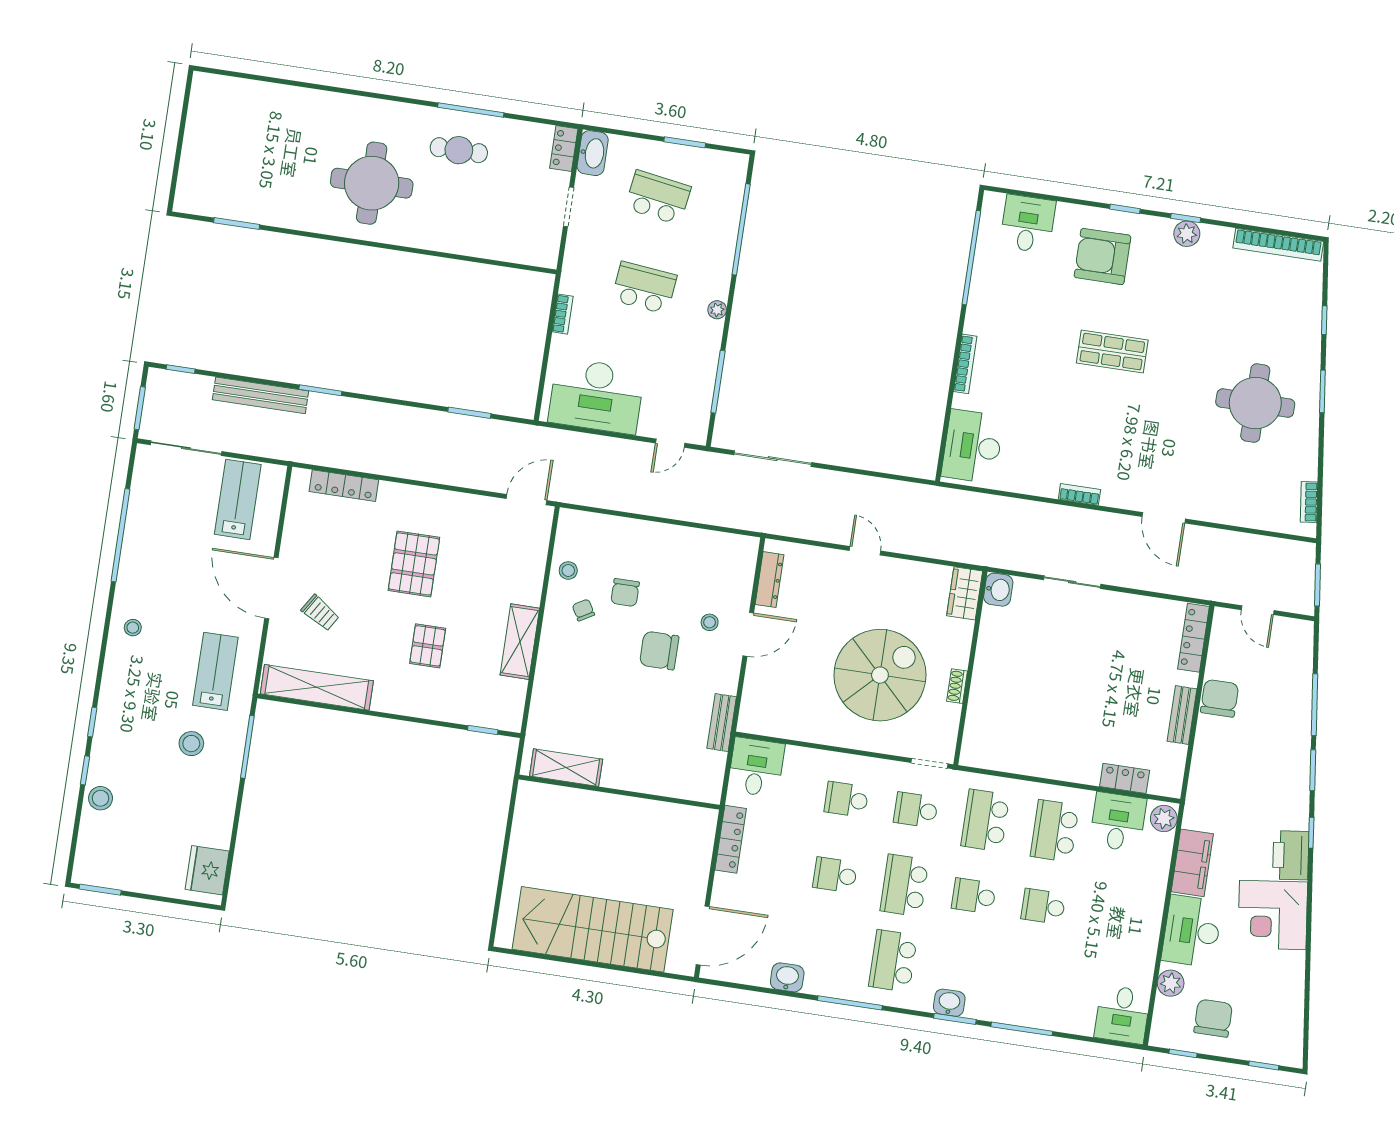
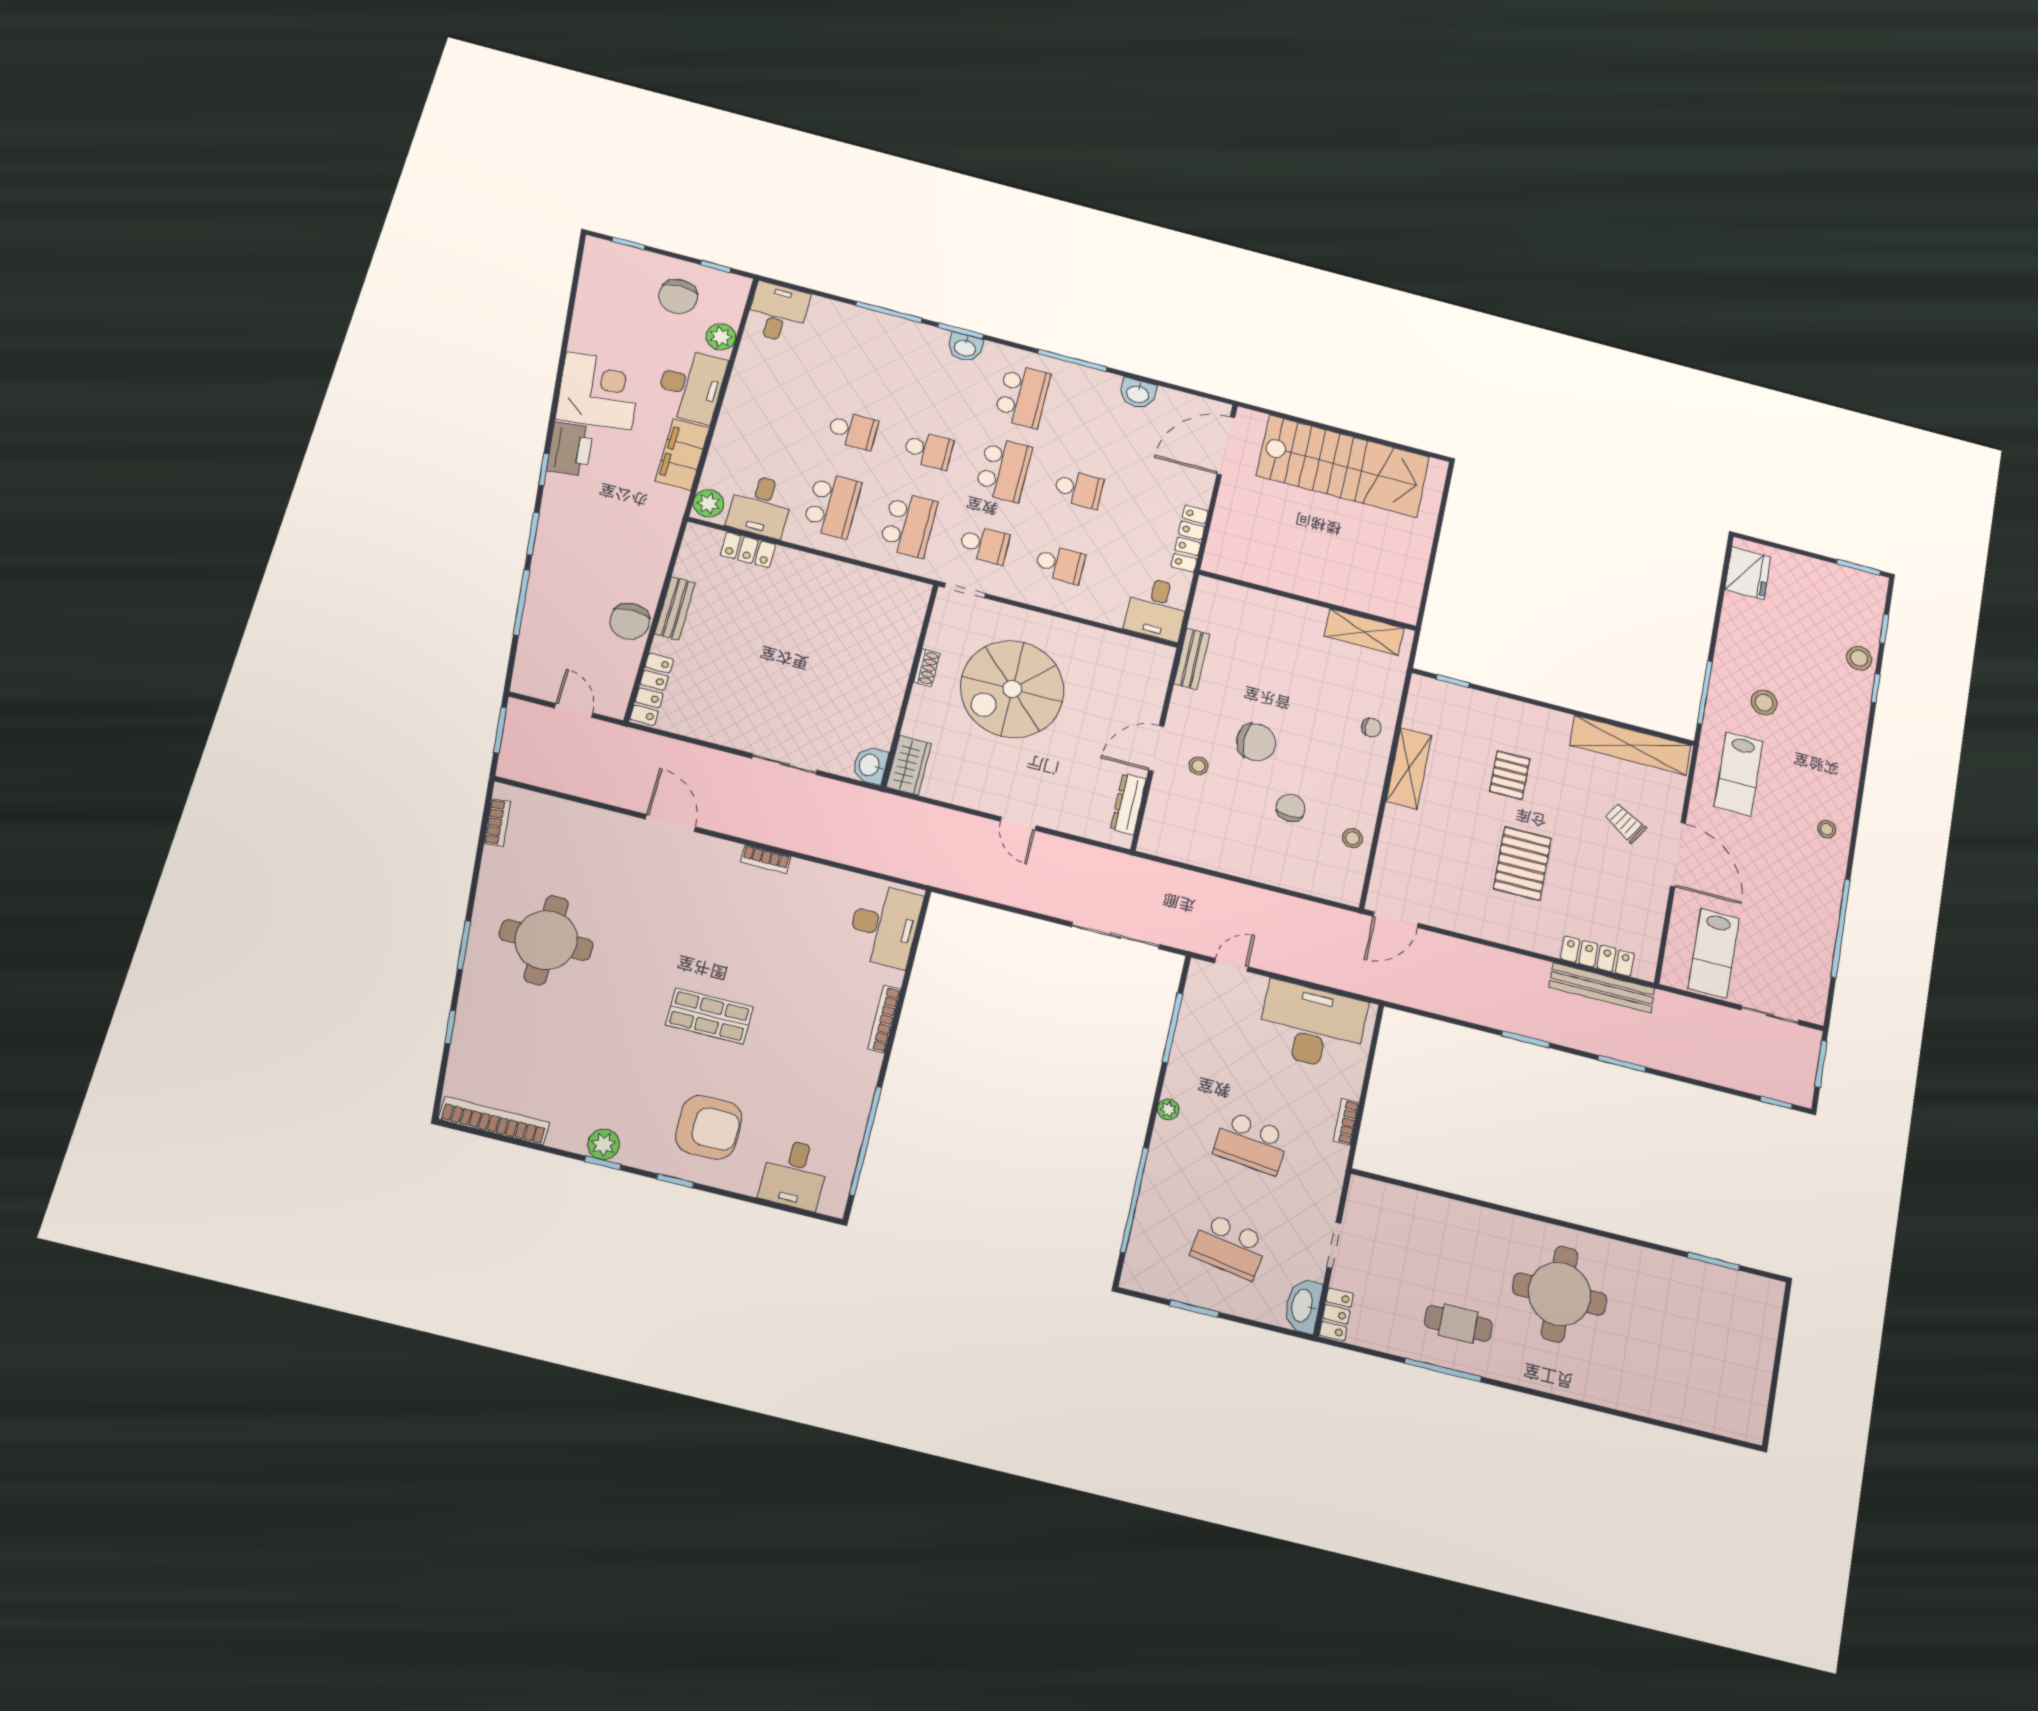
bench: (261, 395) -> (1602, 988), moved
window: (469, 413) -> (1526, 1039), moved
sliding door: (186, 448) -> (1770, 1015), width x0.73
chair: (583, 610) -> (1371, 728), moved, turned -60
window: (92, 722) -> (1884, 629), moved

